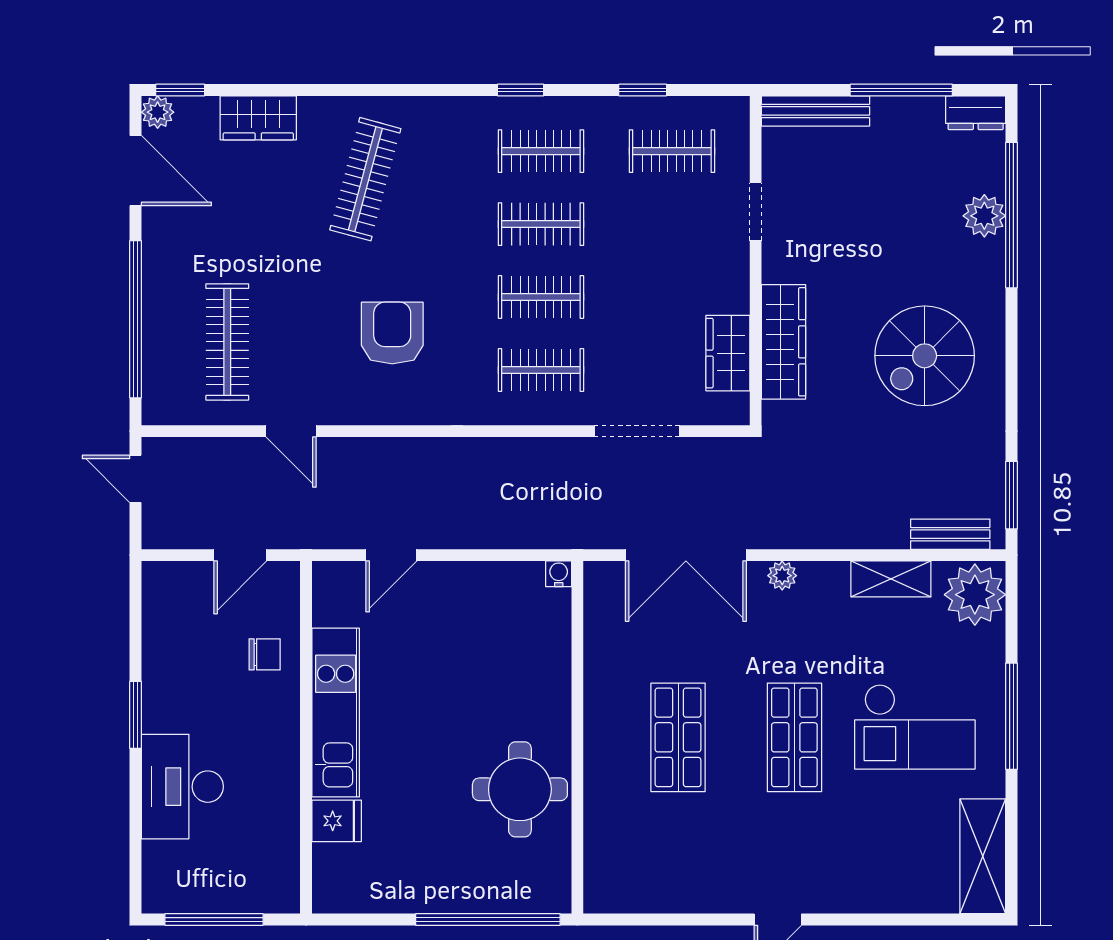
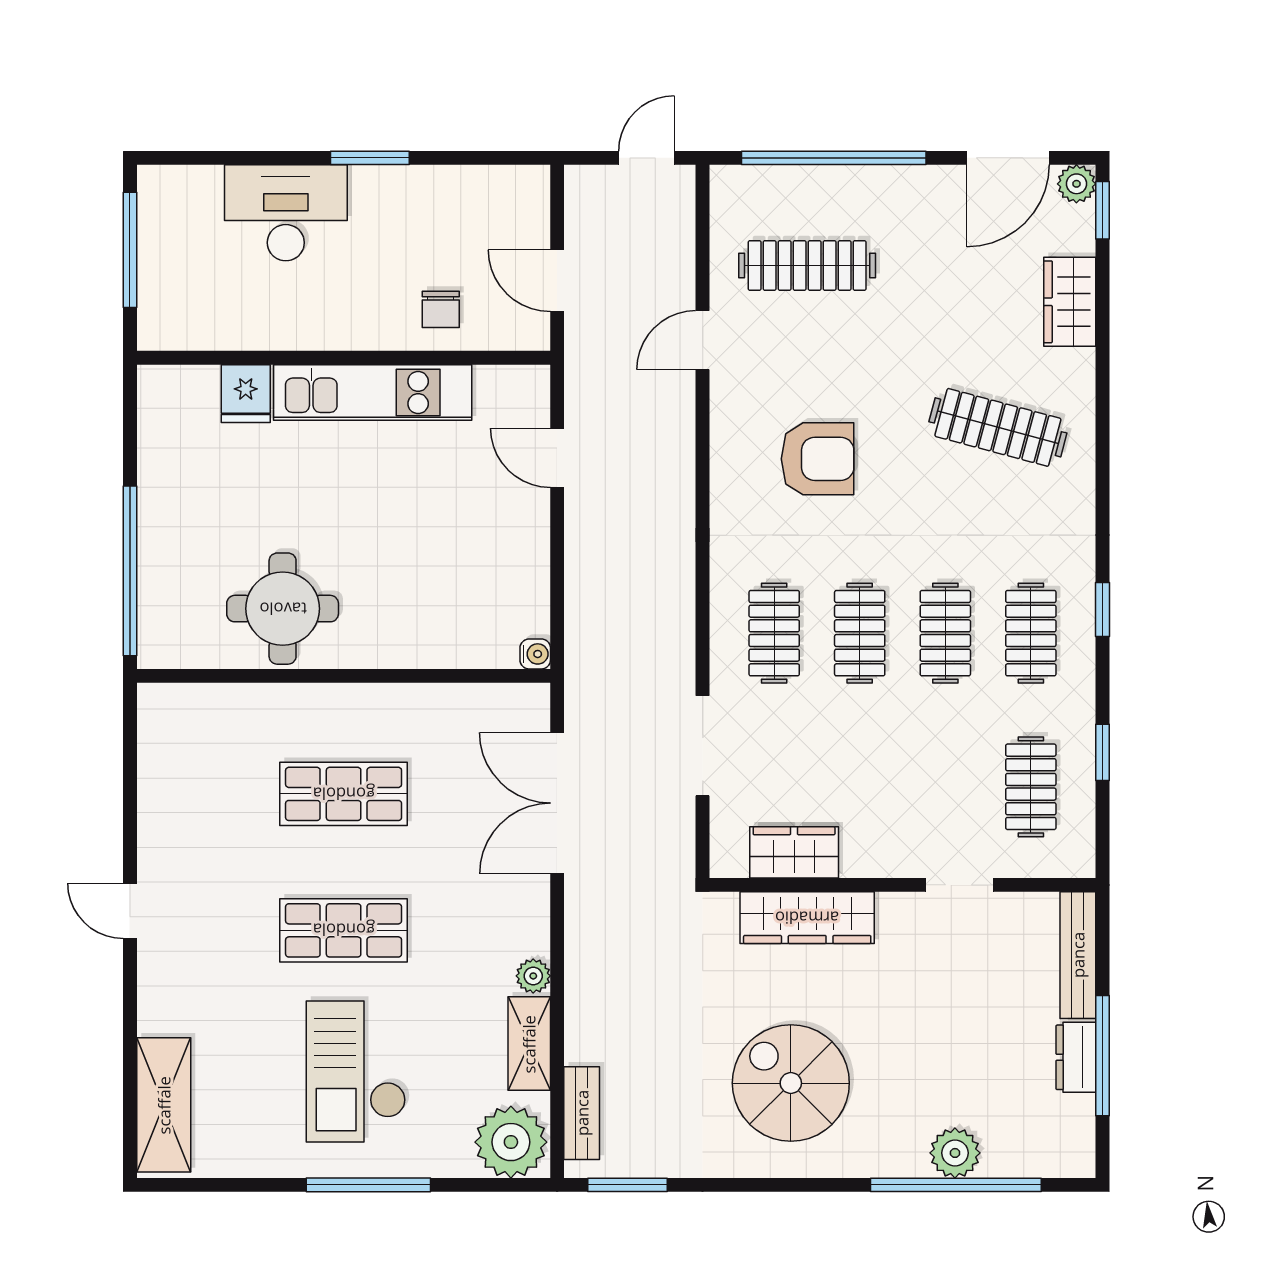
dresser: (976, 113) -> (1076, 1057), moved
plant: (782, 576) -> (533, 976), moved
shelving: (983, 856) -> (164, 1105), moved, turned 90

